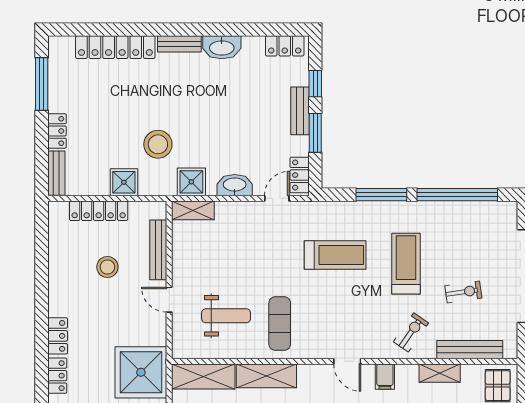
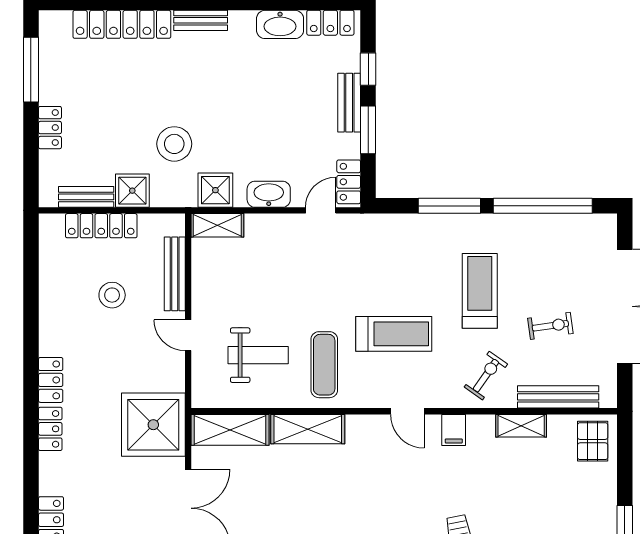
washbasin: (222, 47) -> (280, 24), moved
bench: (56, 173) -> (86, 197), moved, turned 90
treadmill: (335, 255) -> (394, 334), moved

